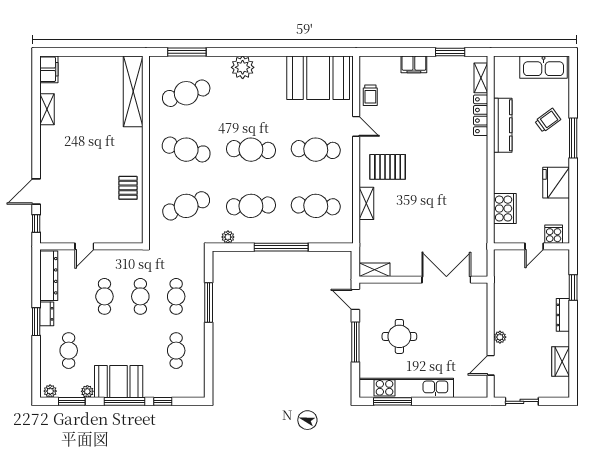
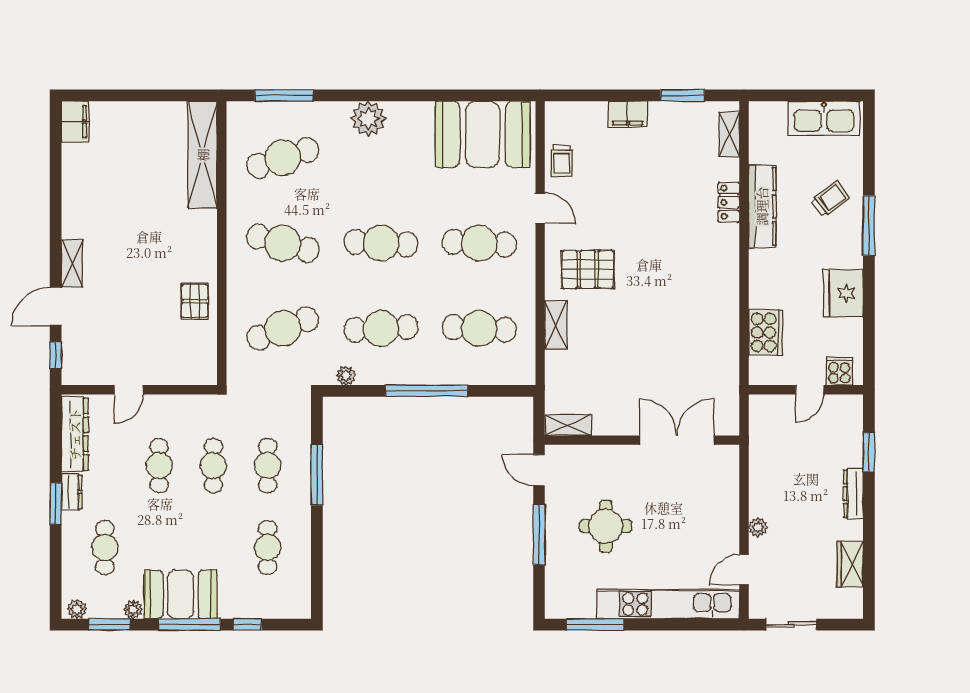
shelving: (47, 109) -> (72, 263), moved
locker: (481, 115) -> (729, 202), width x0.66
kitchen unit: (406, 388) -> (668, 604), moved

